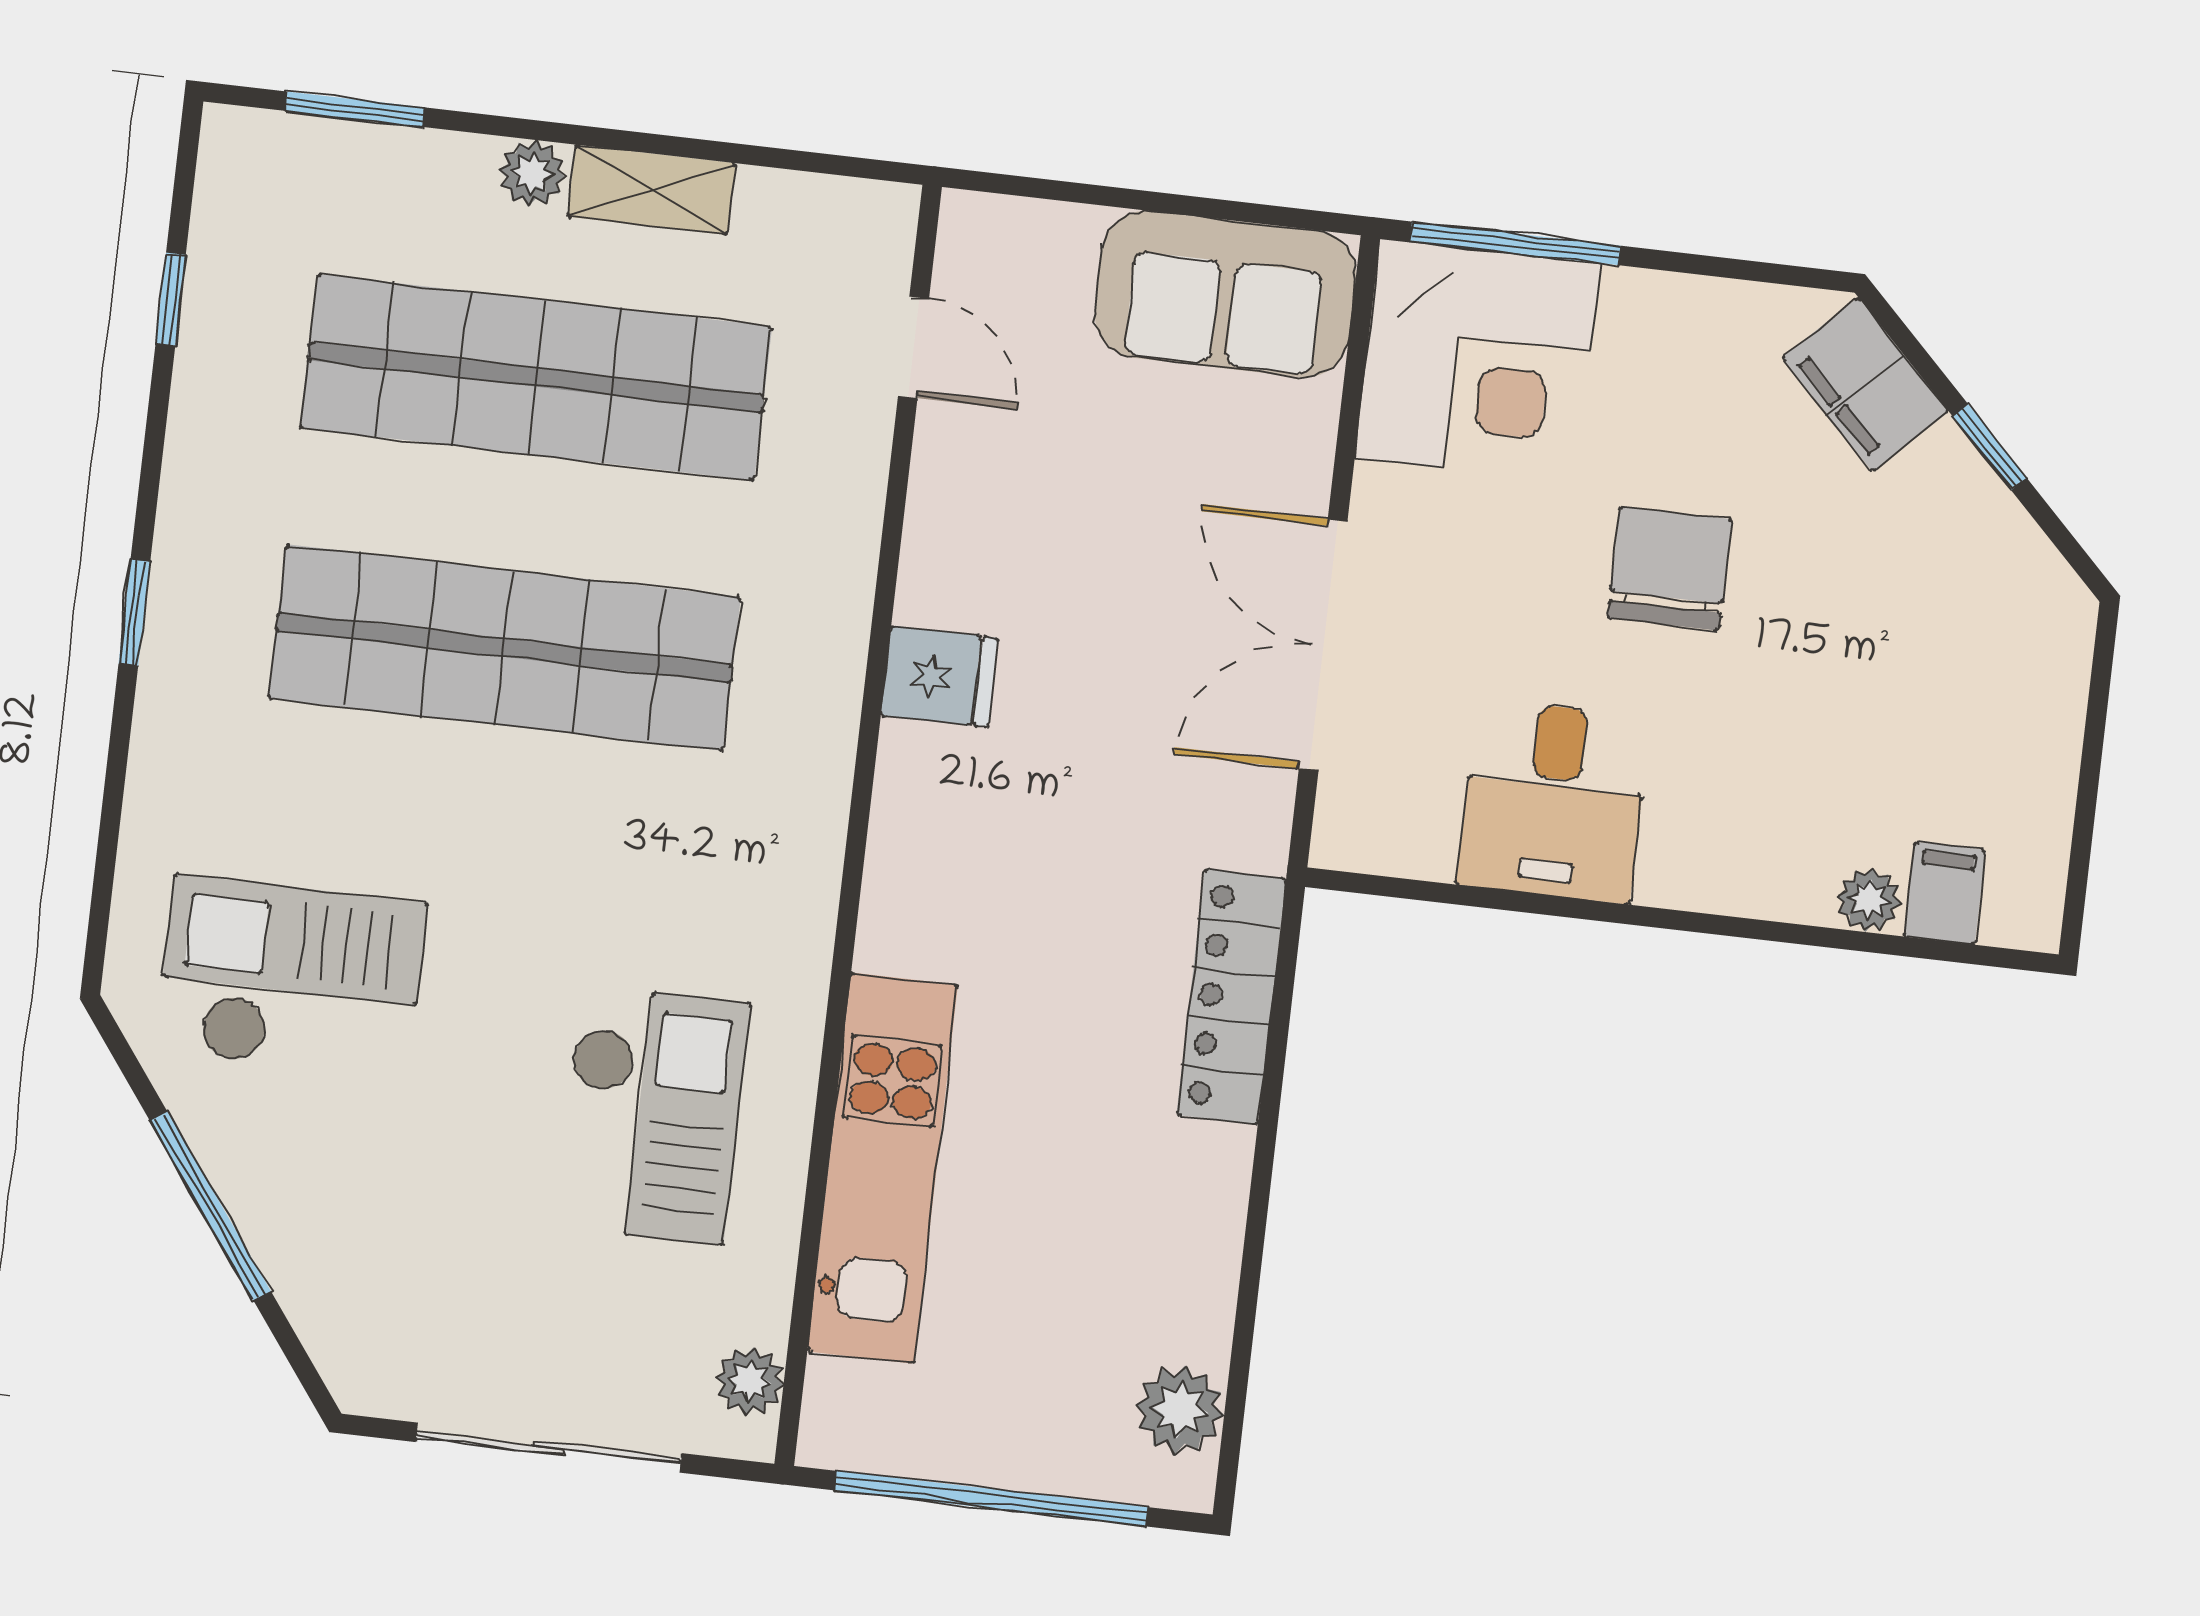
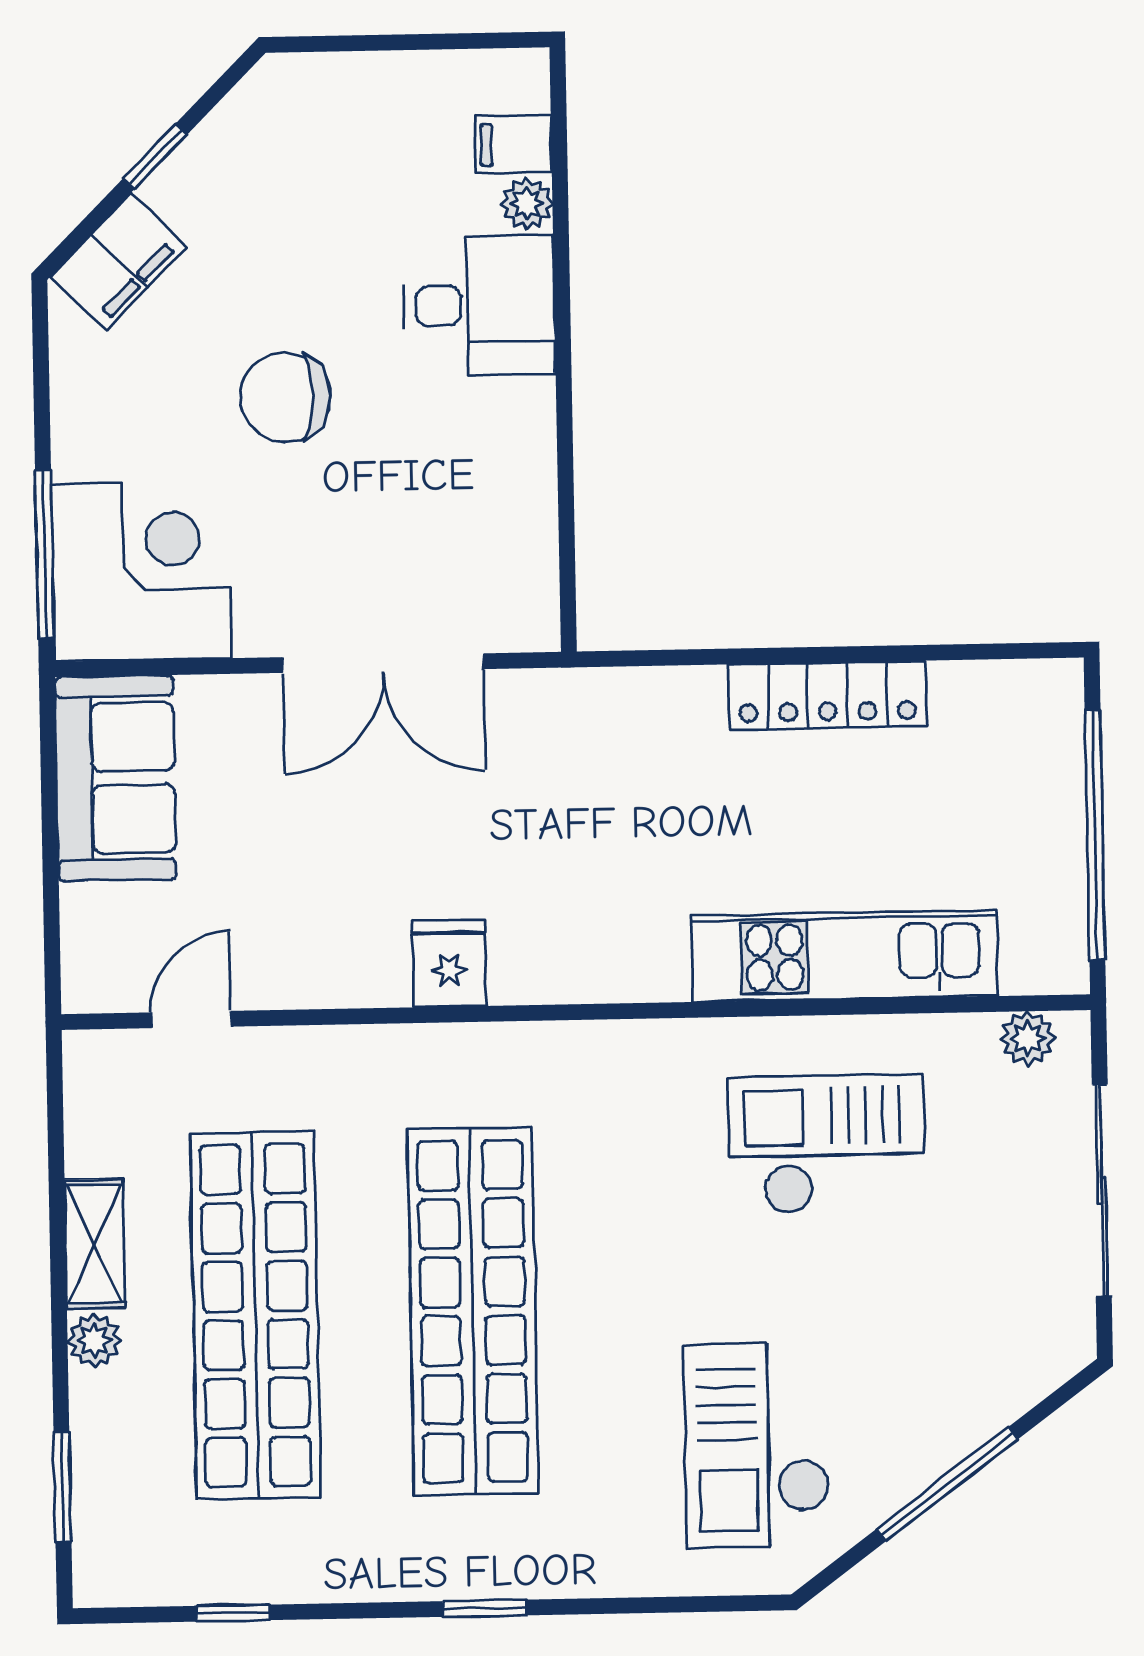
desk: (1553, 801) -> (479, 305), moved
locker: (1231, 997) -> (827, 695), moved
plant: (1180, 1410) -> (1004, 695), removed

